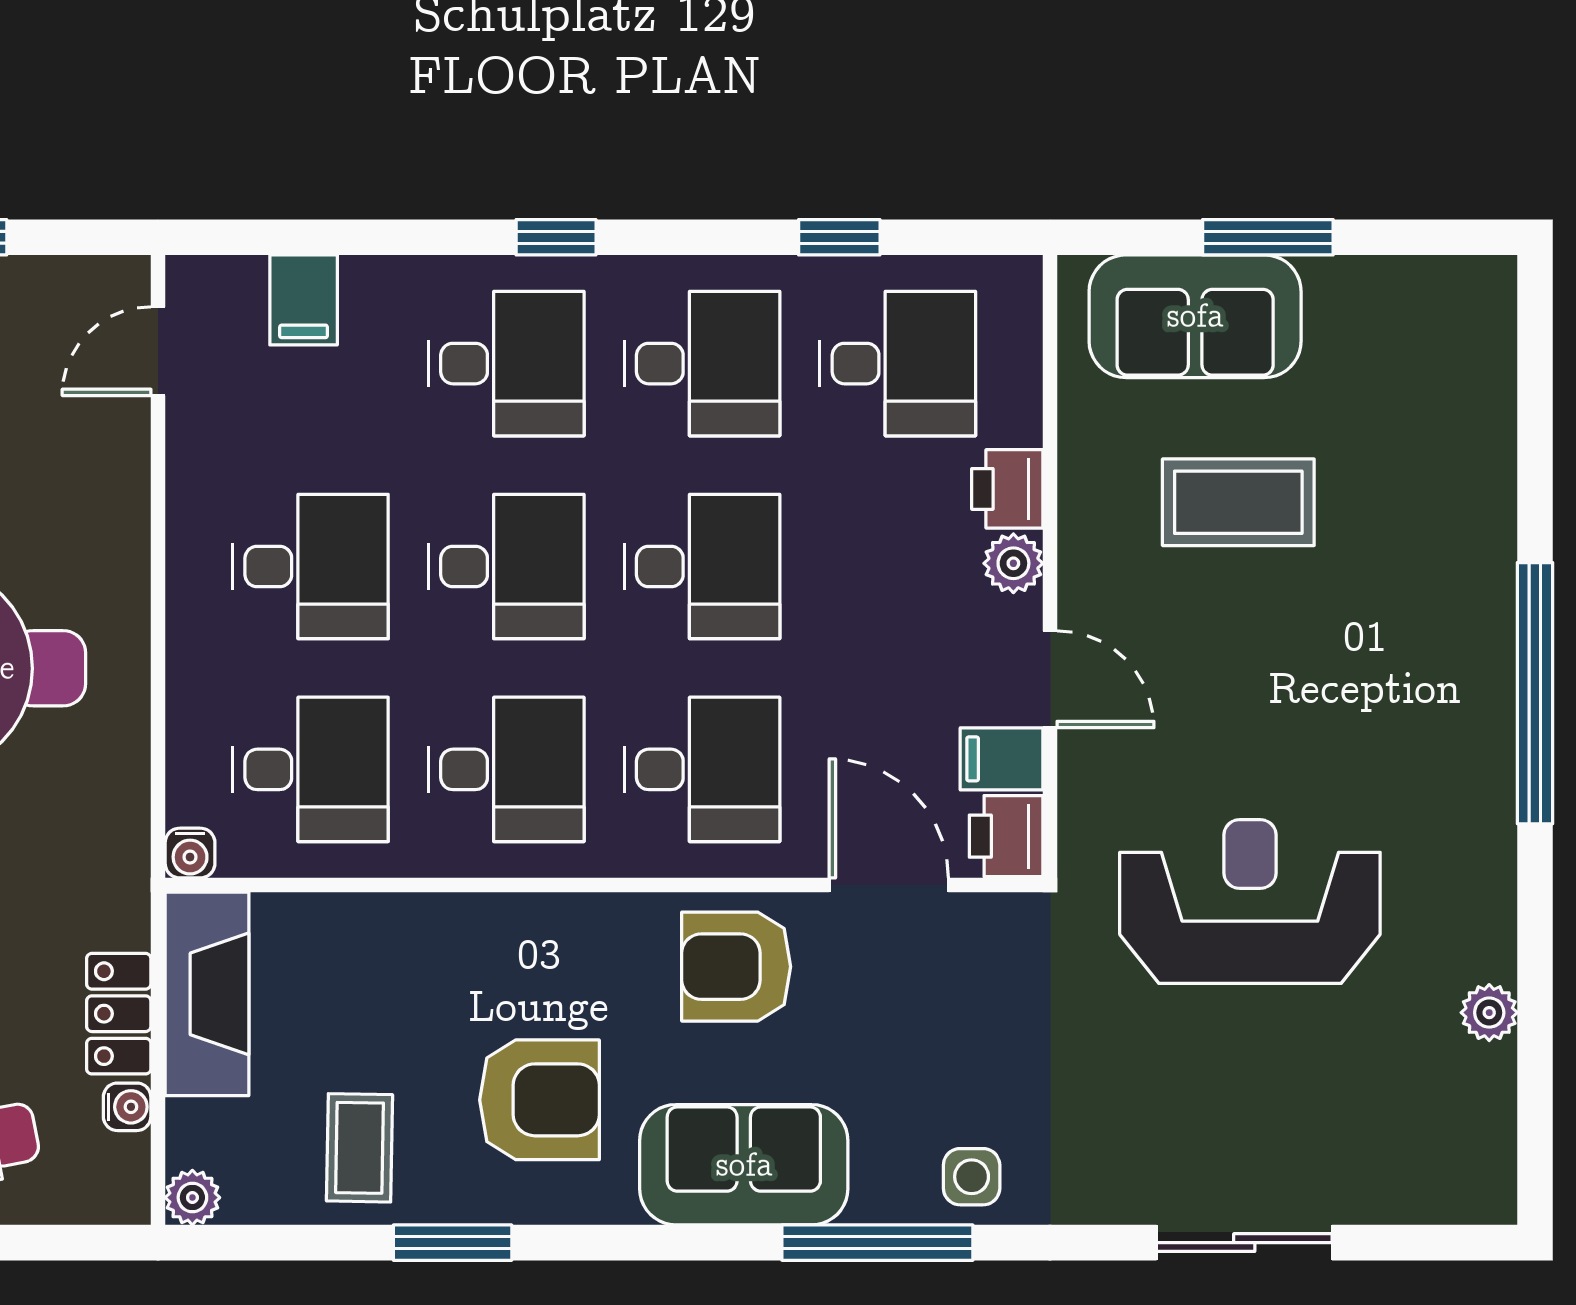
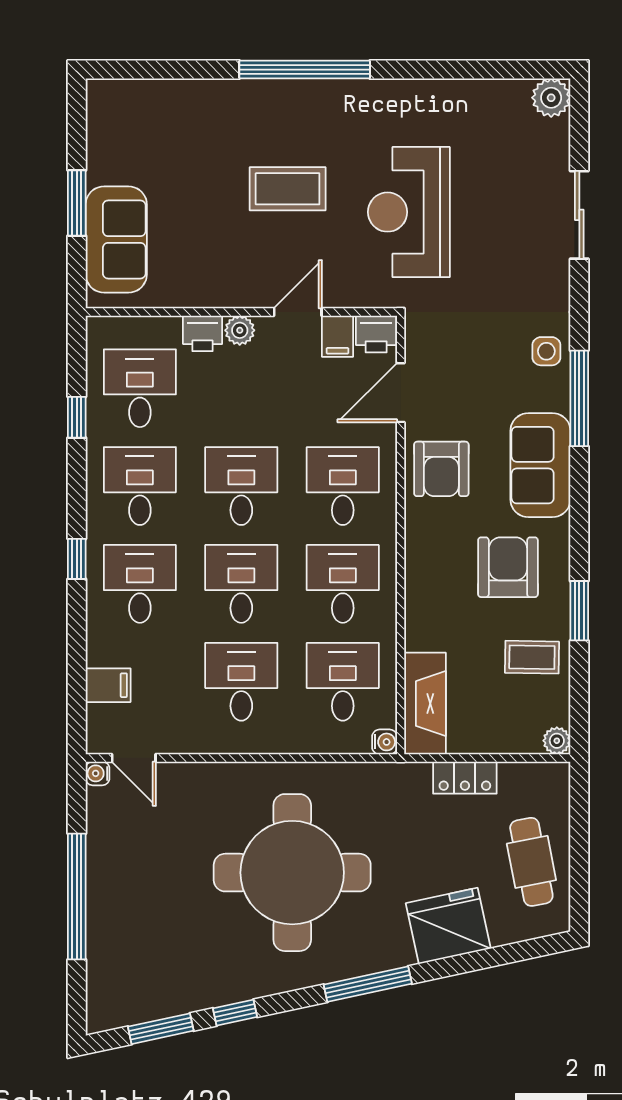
coffee table: (1238, 502) -> (288, 189), moved, turned 90
fireplace: (207, 994) -> (425, 704), moved, turned 90
plant: (1489, 1013) -> (551, 98), moved, width x1.38, depth x1.38
water cooler: (127, 1107) -> (97, 773), moved, turned -90

